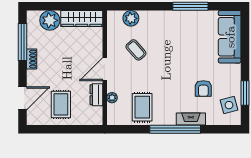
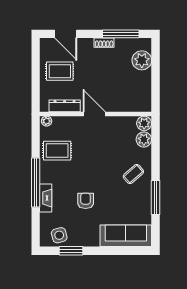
plant: (114, 18) -> (144, 123), added
wardrobe: (82, 19) -> (144, 92), removed
coffee table: (136, 50) -> (133, 174), moved
armchair: (203, 88) -> (86, 201), moved, turned 90
dresser: (96, 95) -> (65, 106), width x1.44
plant: (112, 98) -> (47, 121), moved

